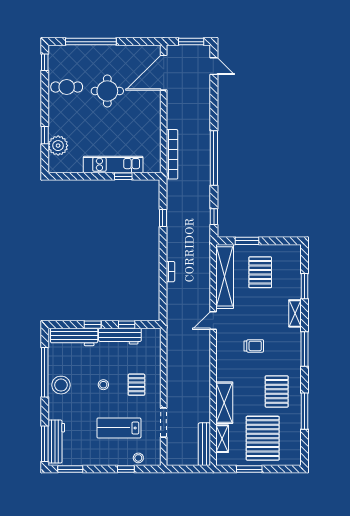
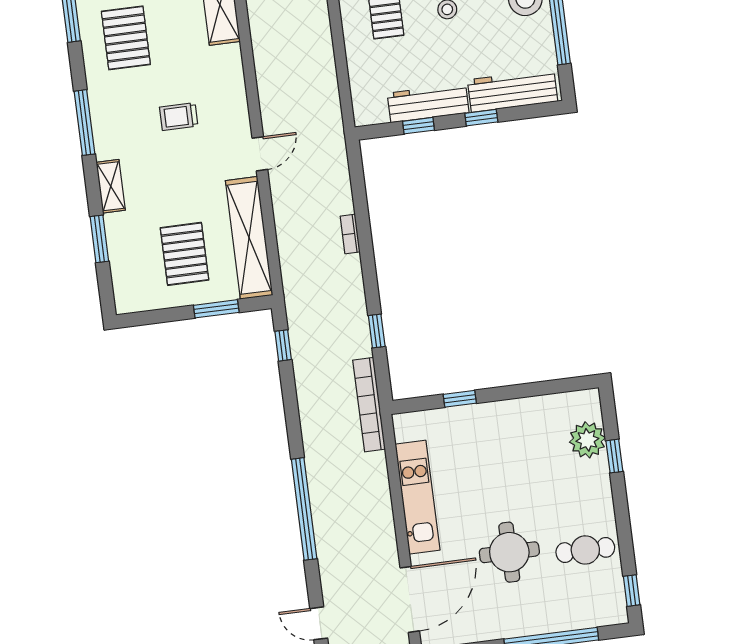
bookcase: (172, 154) -> (369, 405), moved
window: (214, 158) -> (304, 509), moved
kitchen unit: (113, 164) -> (418, 497), moved, turned -90

